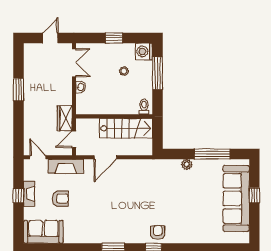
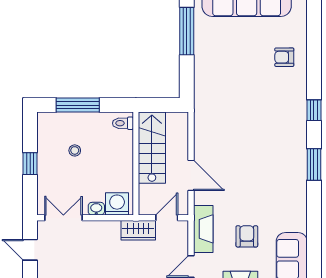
washing machine: (144, 51) -> (117, 204), moved, turned 180
door: (74, 139) -> (167, 218), swing flipped
plant: (187, 164) -> (201, 65), removed
armchair: (158, 232) -> (284, 57), moved

